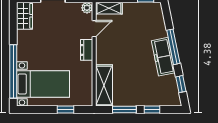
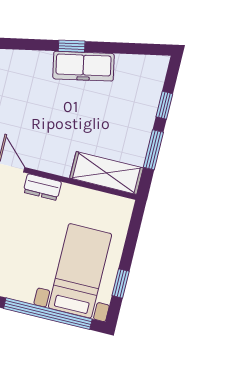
window: (173, 47) -> (72, 46), width x0.46
window: (181, 84) -> (135, 49), removed
window: (66, 110) -> (121, 283), moved

